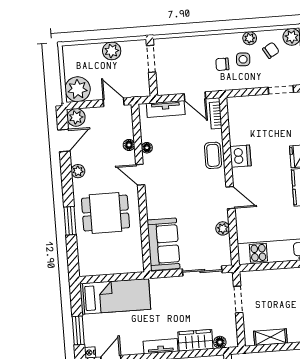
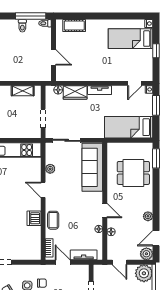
dining table: (105, 213) -> (133, 173), moved
window: (70, 221) -> (156, 158), moved
sofa: (163, 244) -> (92, 167), width x1.36

